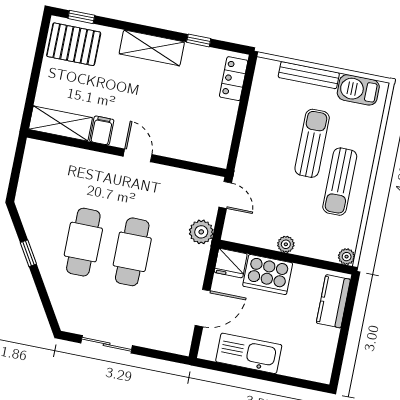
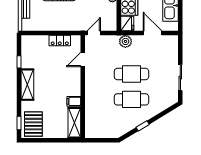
locker: (234, 79) -> (60, 41), moved
door: (138, 155) -> (83, 59), moved
plant: (201, 232) -> (125, 41), moved

